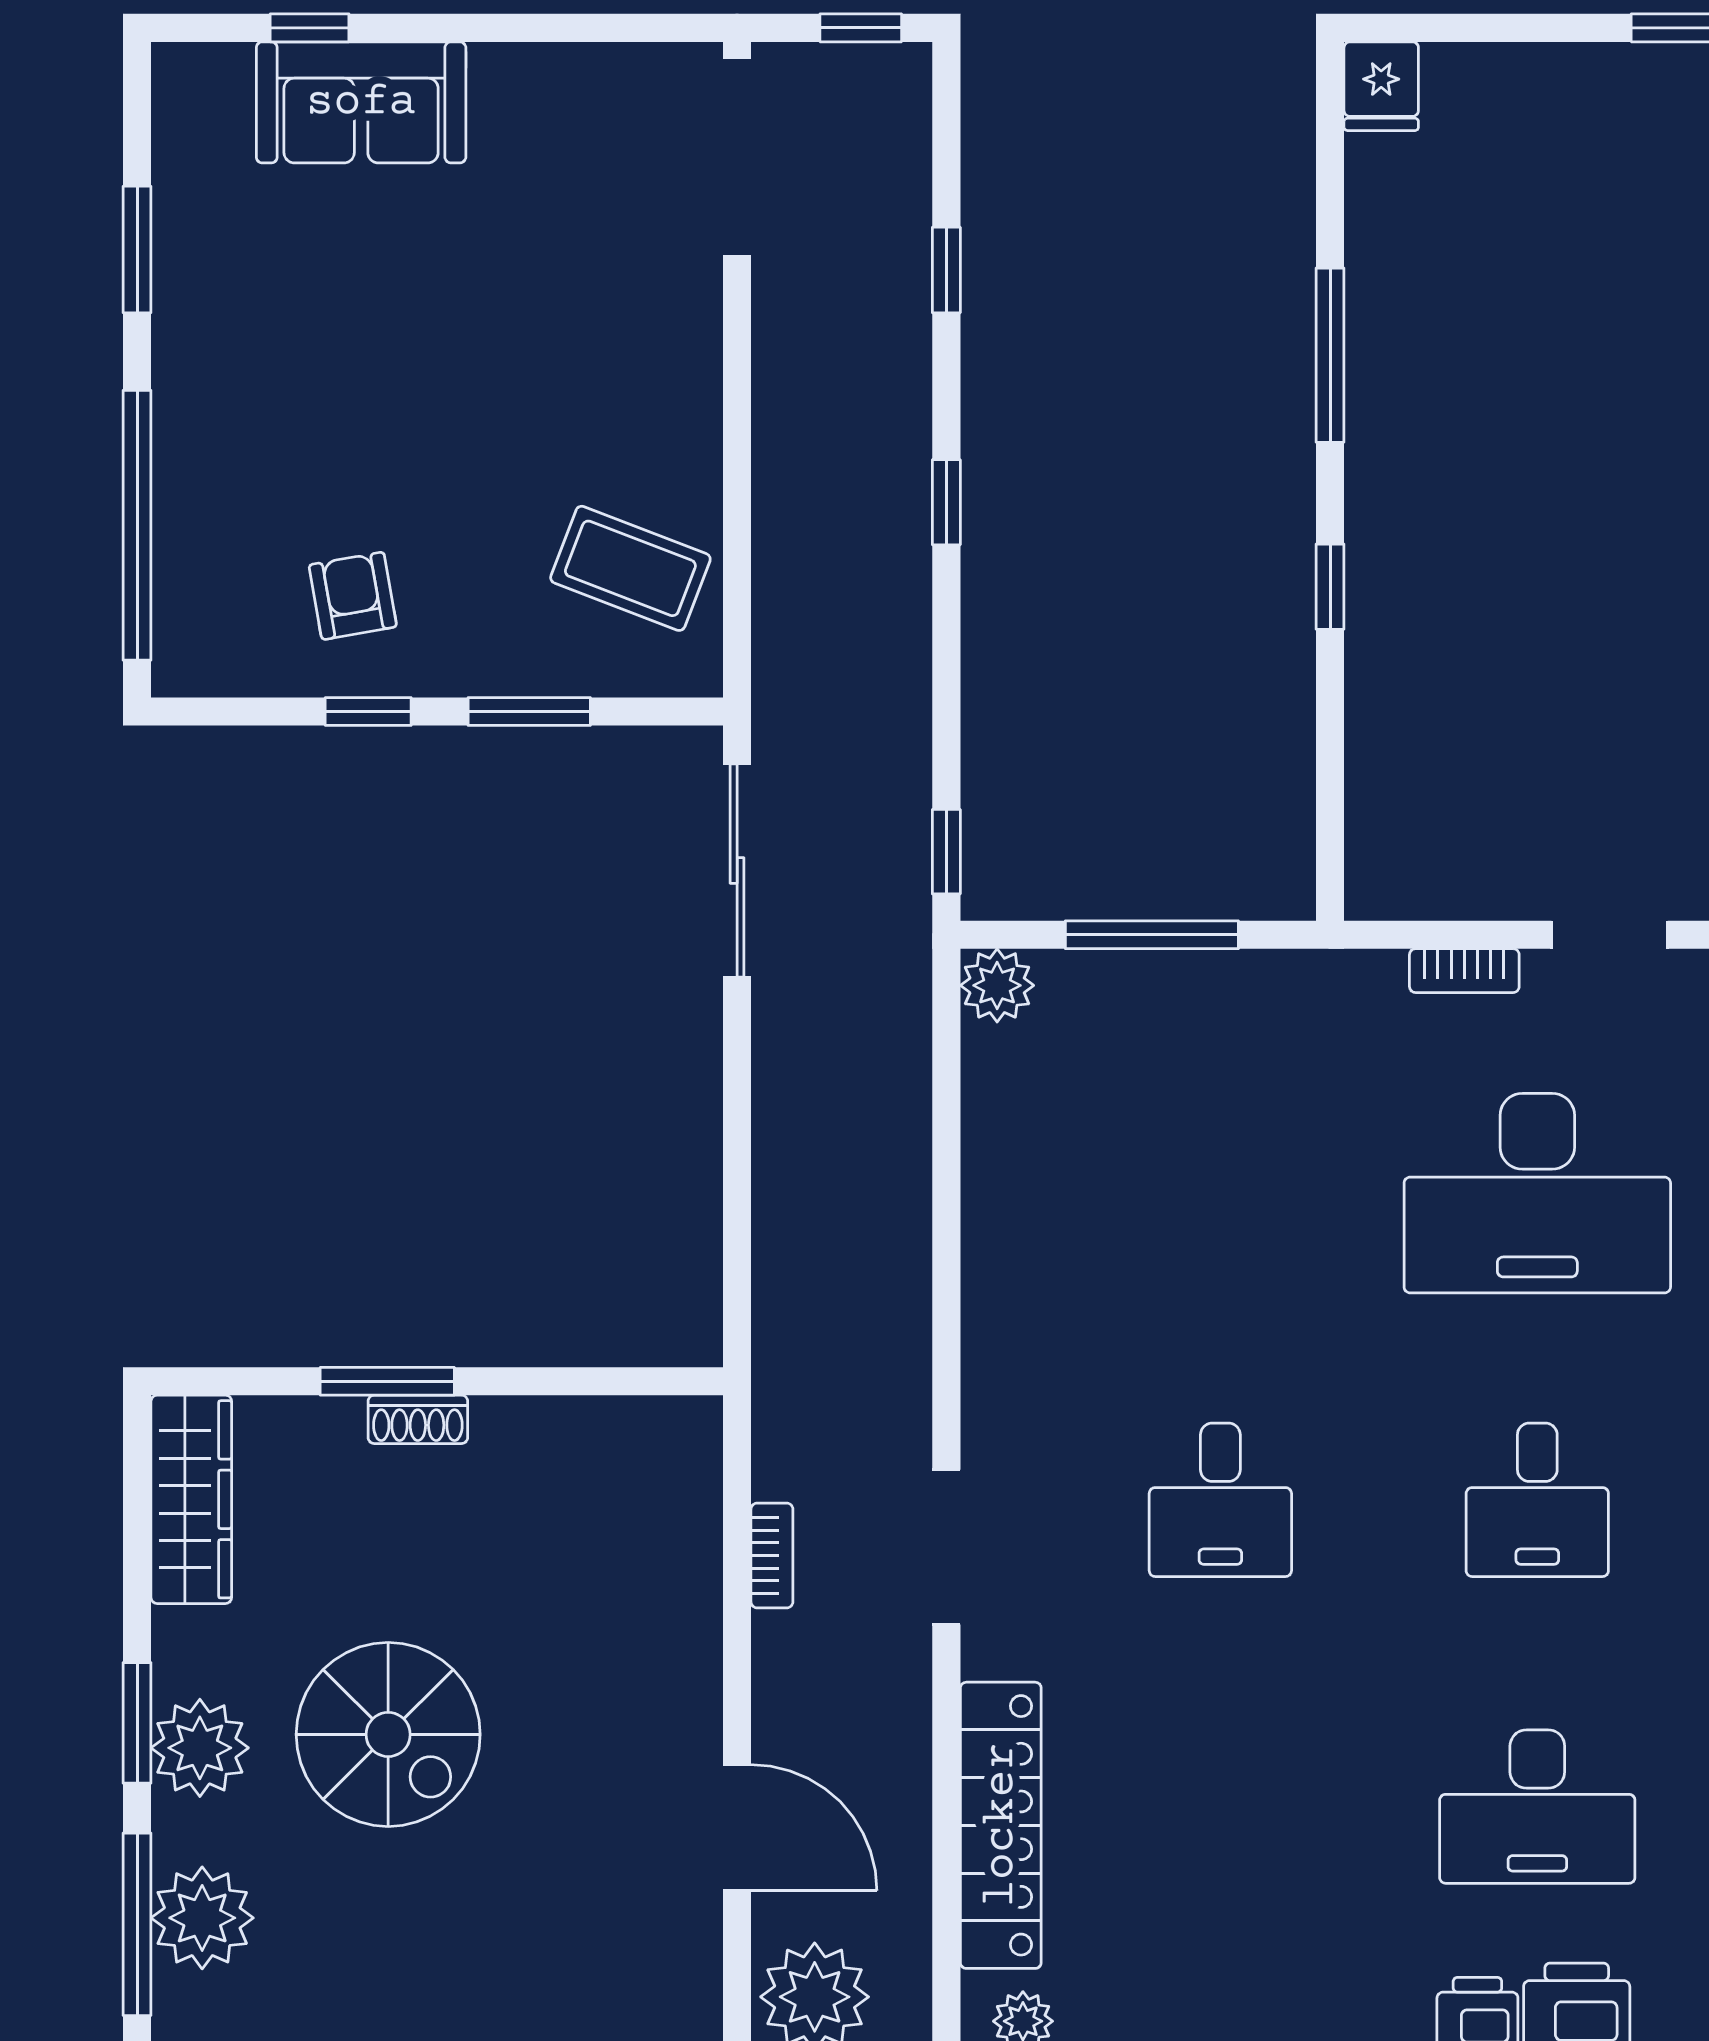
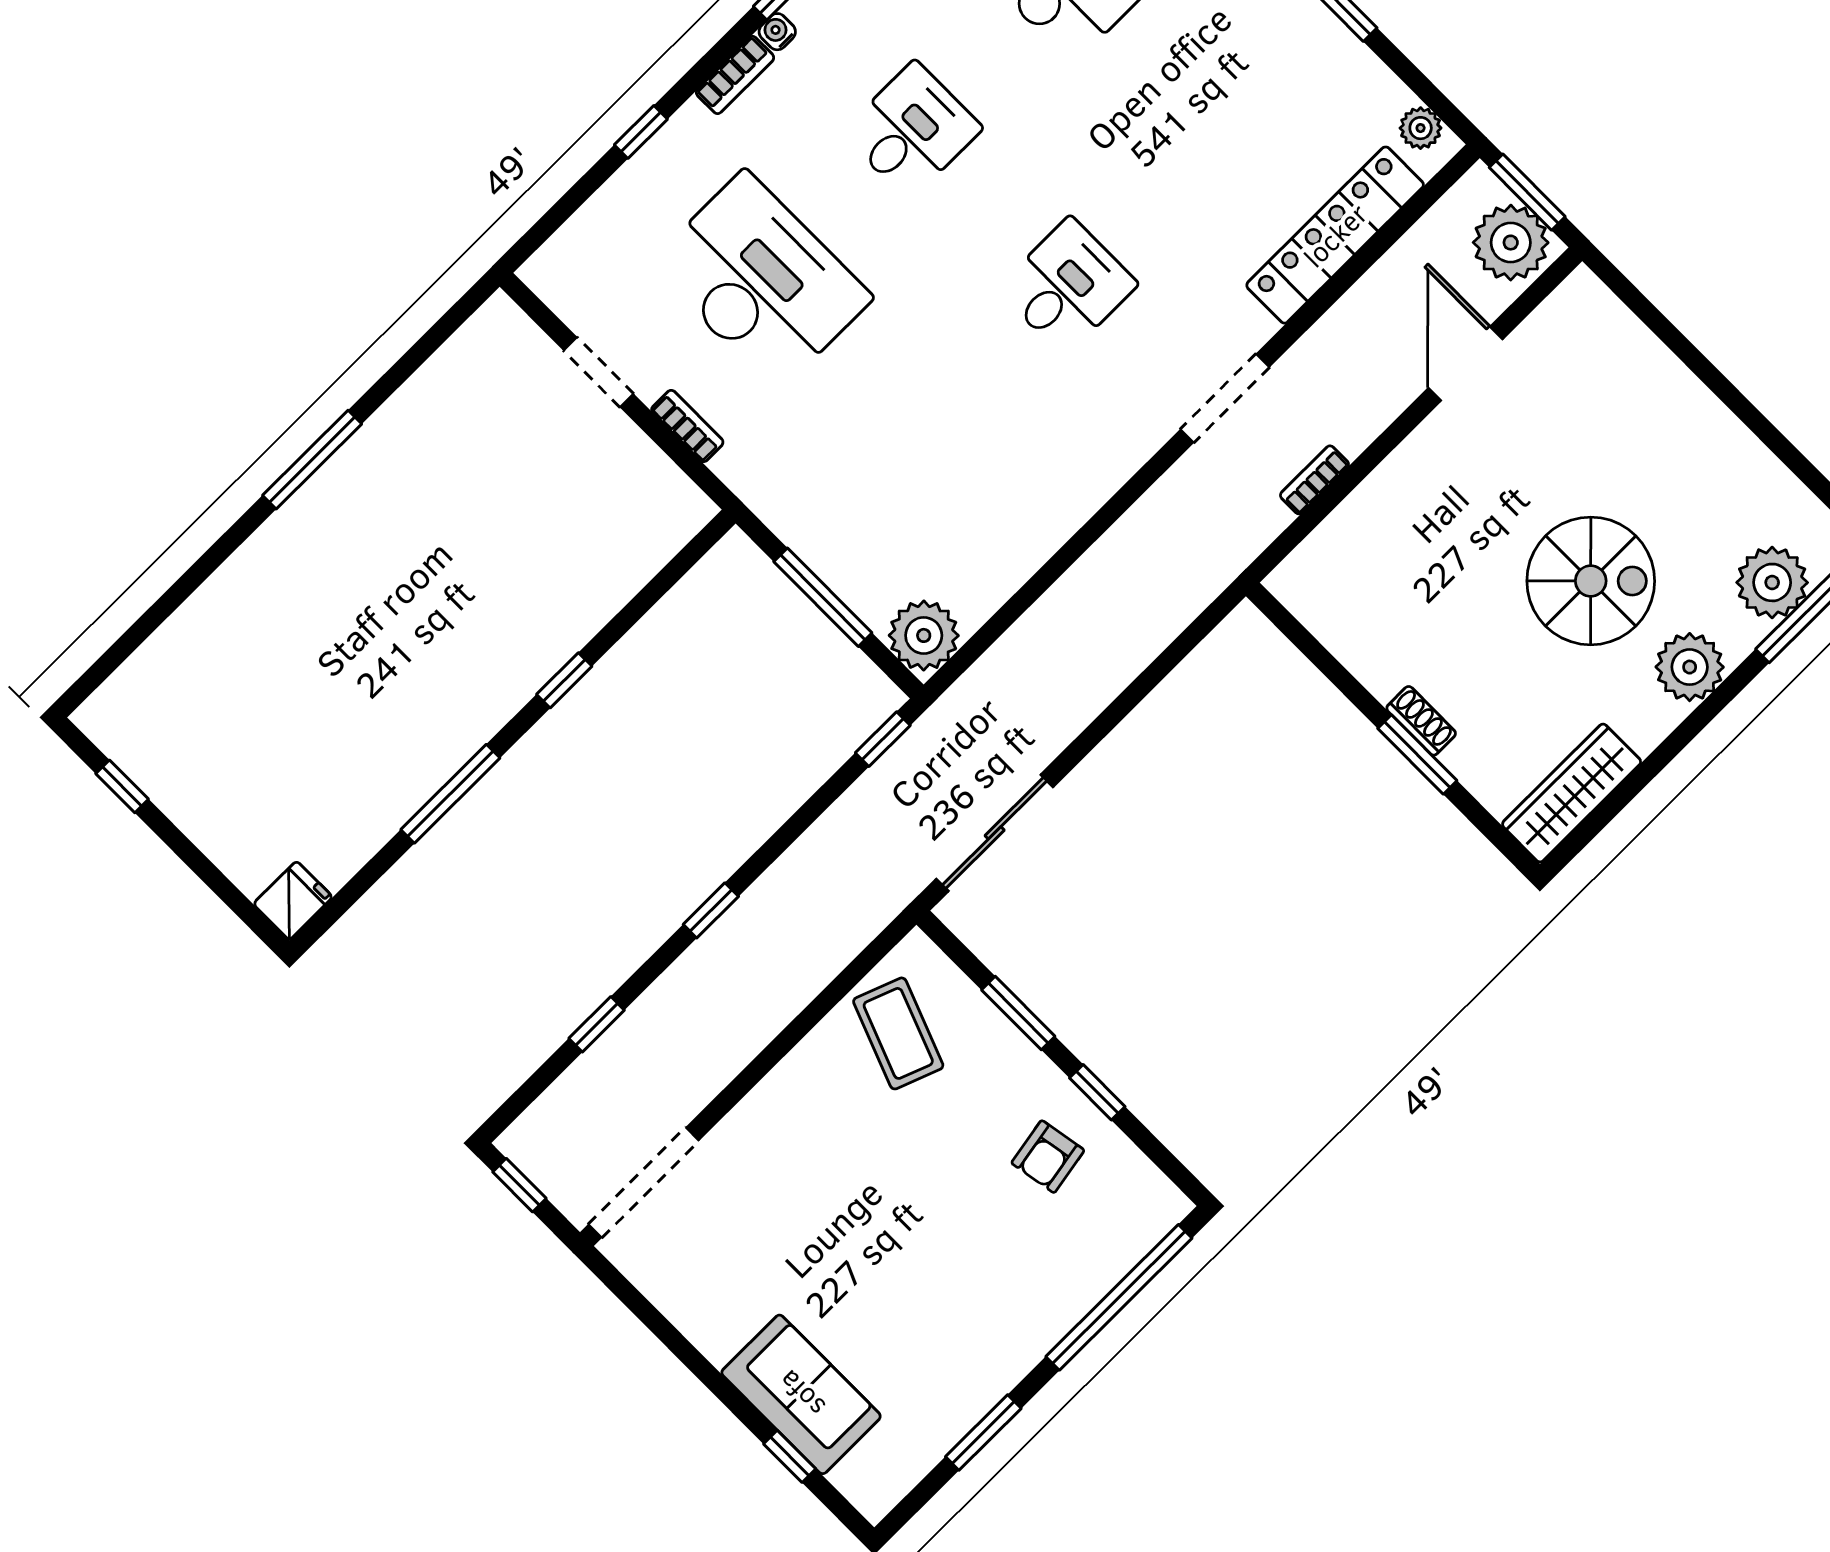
plant: (997, 985) -> (924, 635), width x1.36, depth x1.36
window: (137, 1723) -> (1708, 710), removed
spiral stairs: (388, 1734) -> (1591, 581), turned 90

